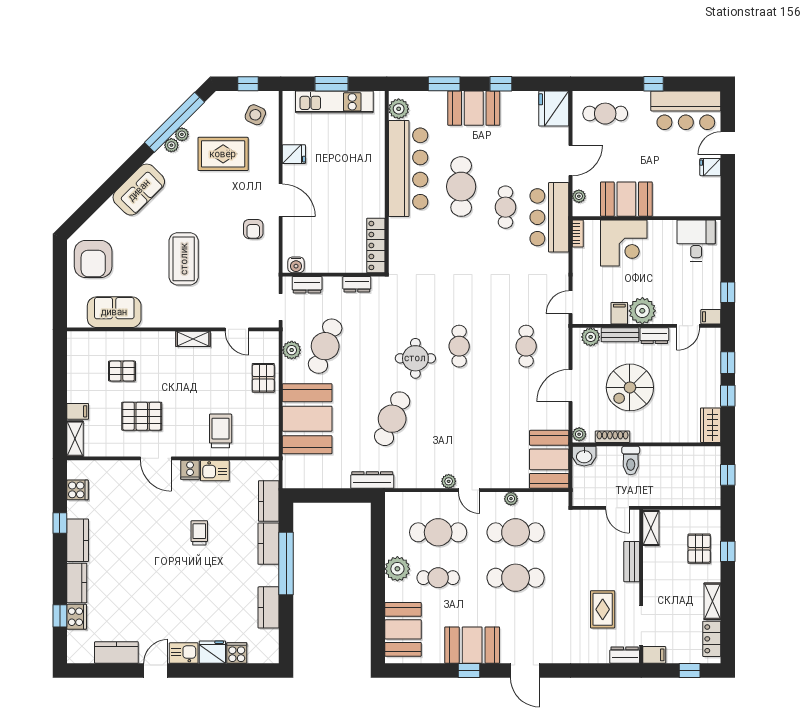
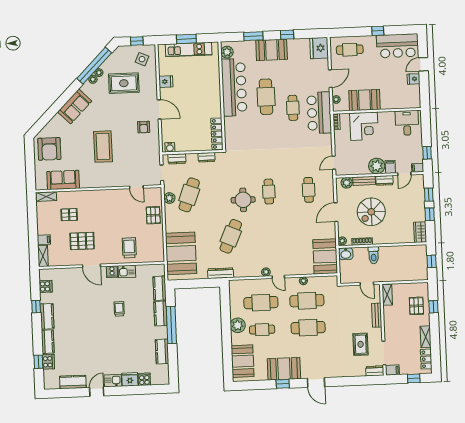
filing cabinet: (619, 313) -> (390, 167), moved
shelving: (193, 339) -> (46, 197), moved
booth: (307, 419) -> (181, 253), moved

